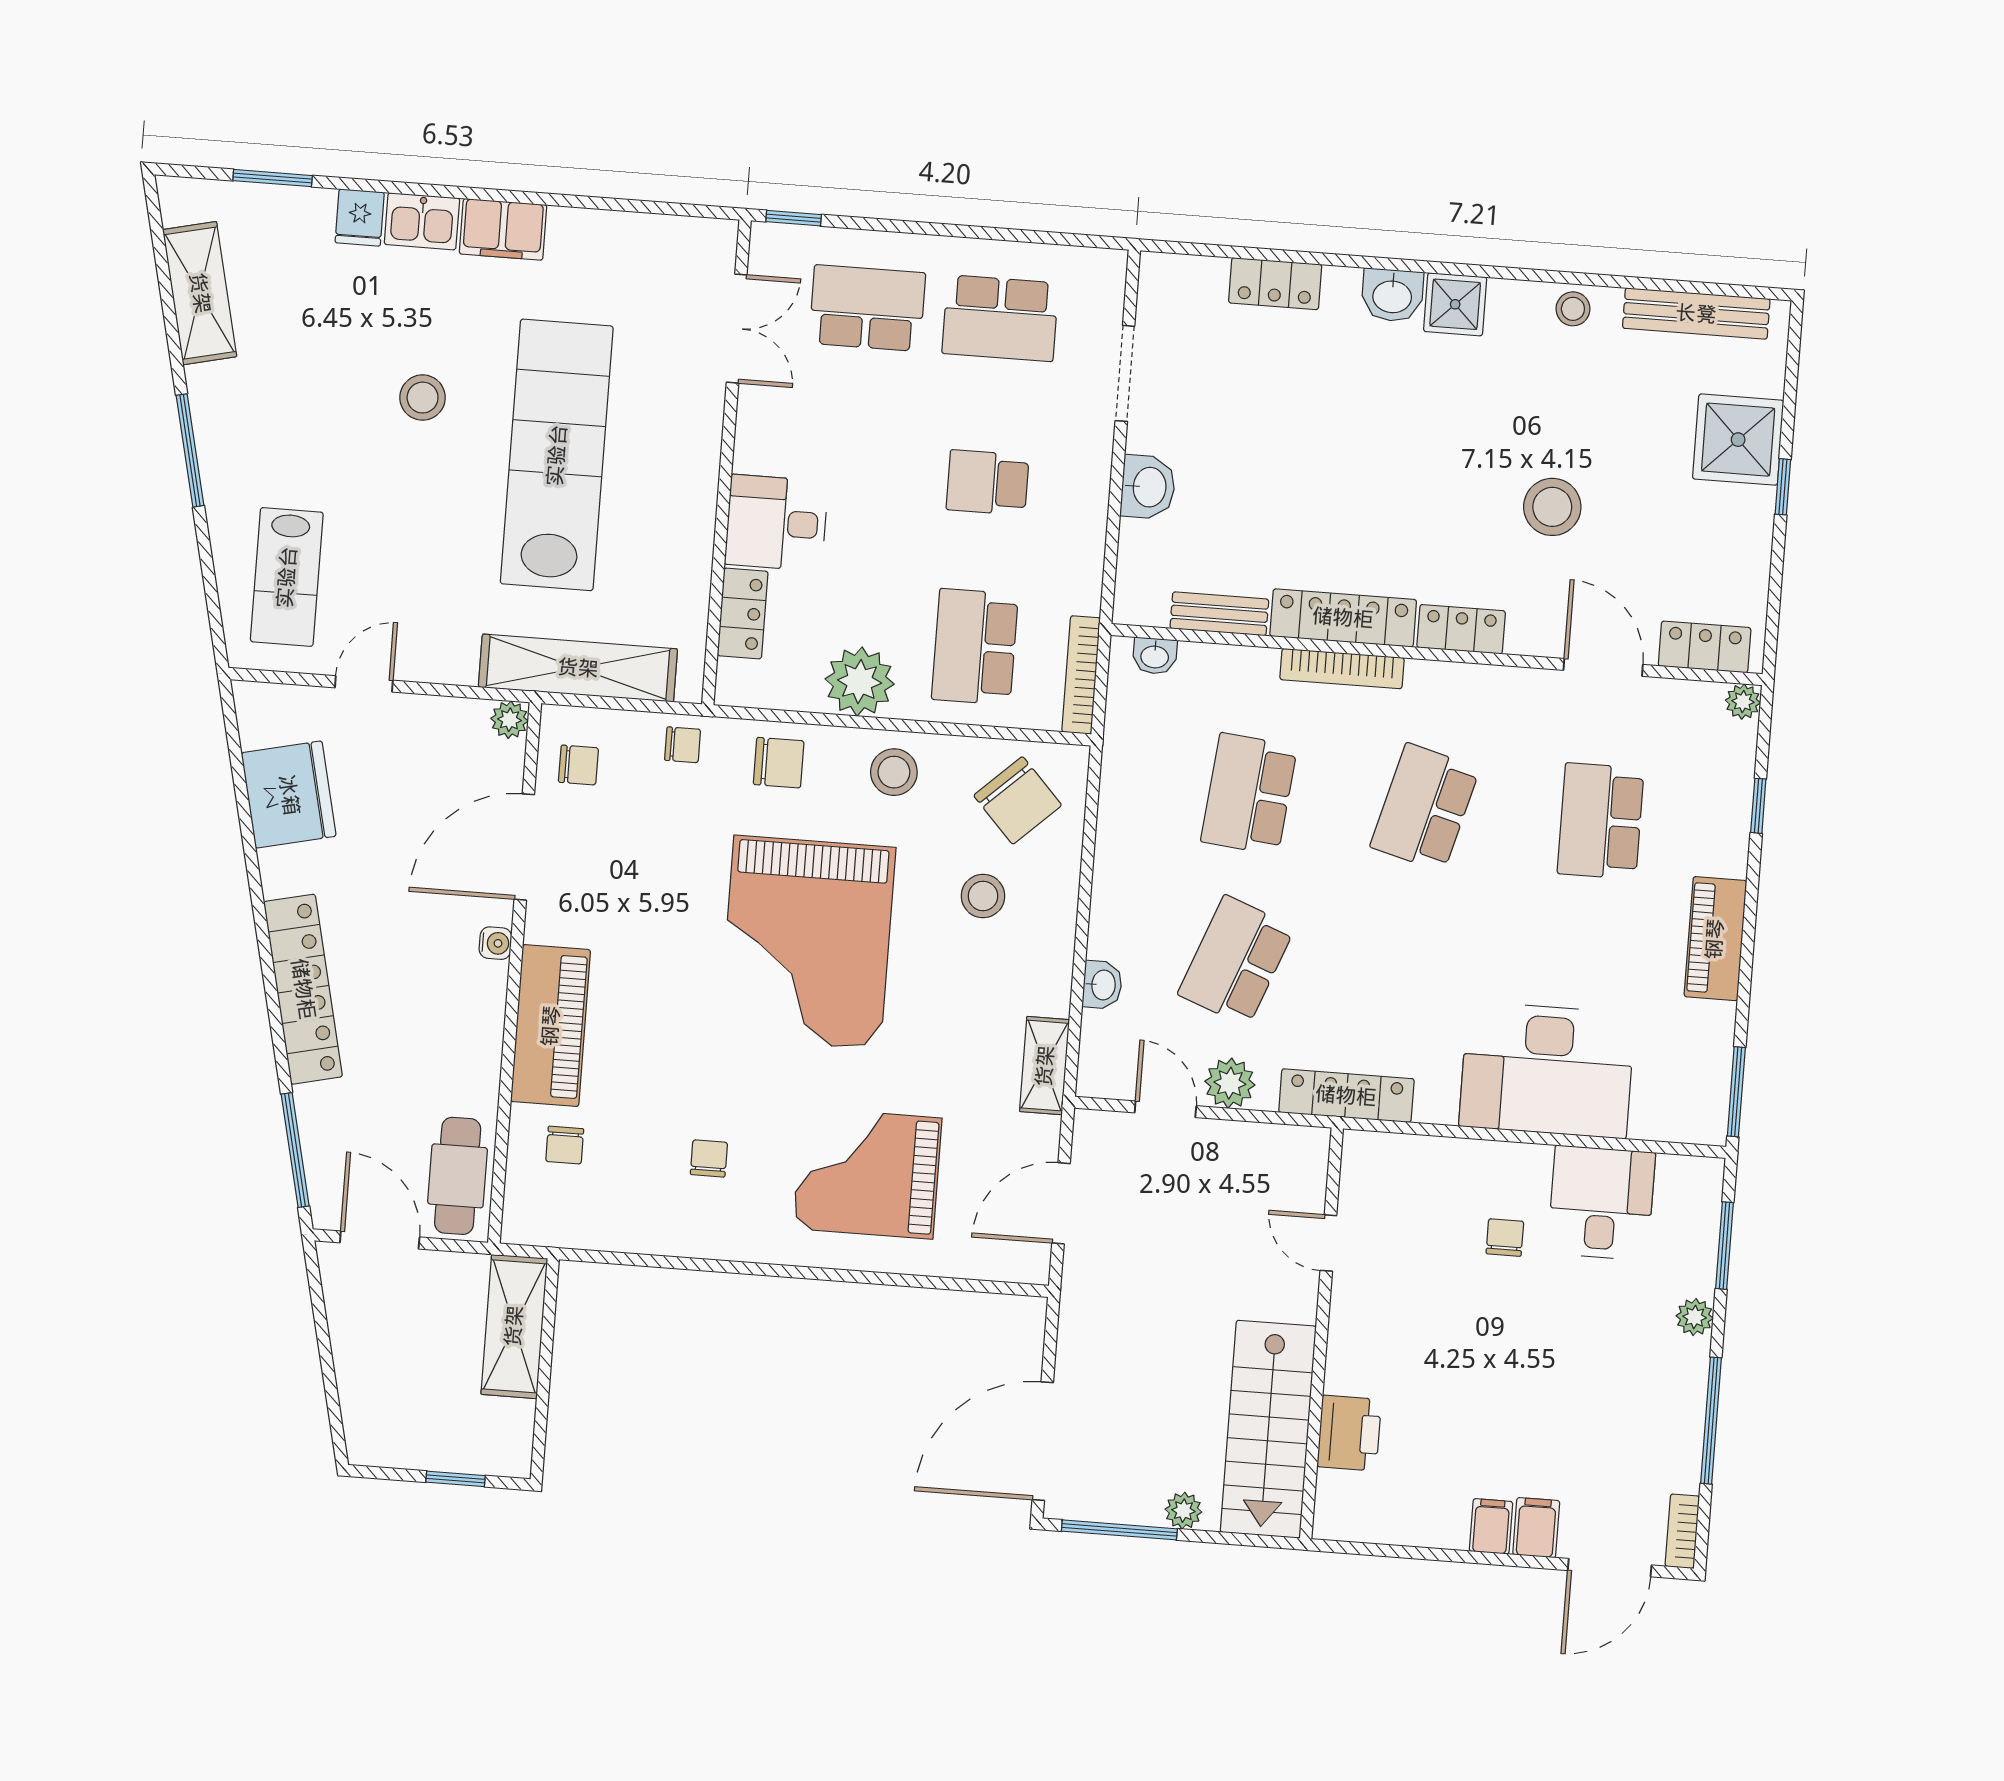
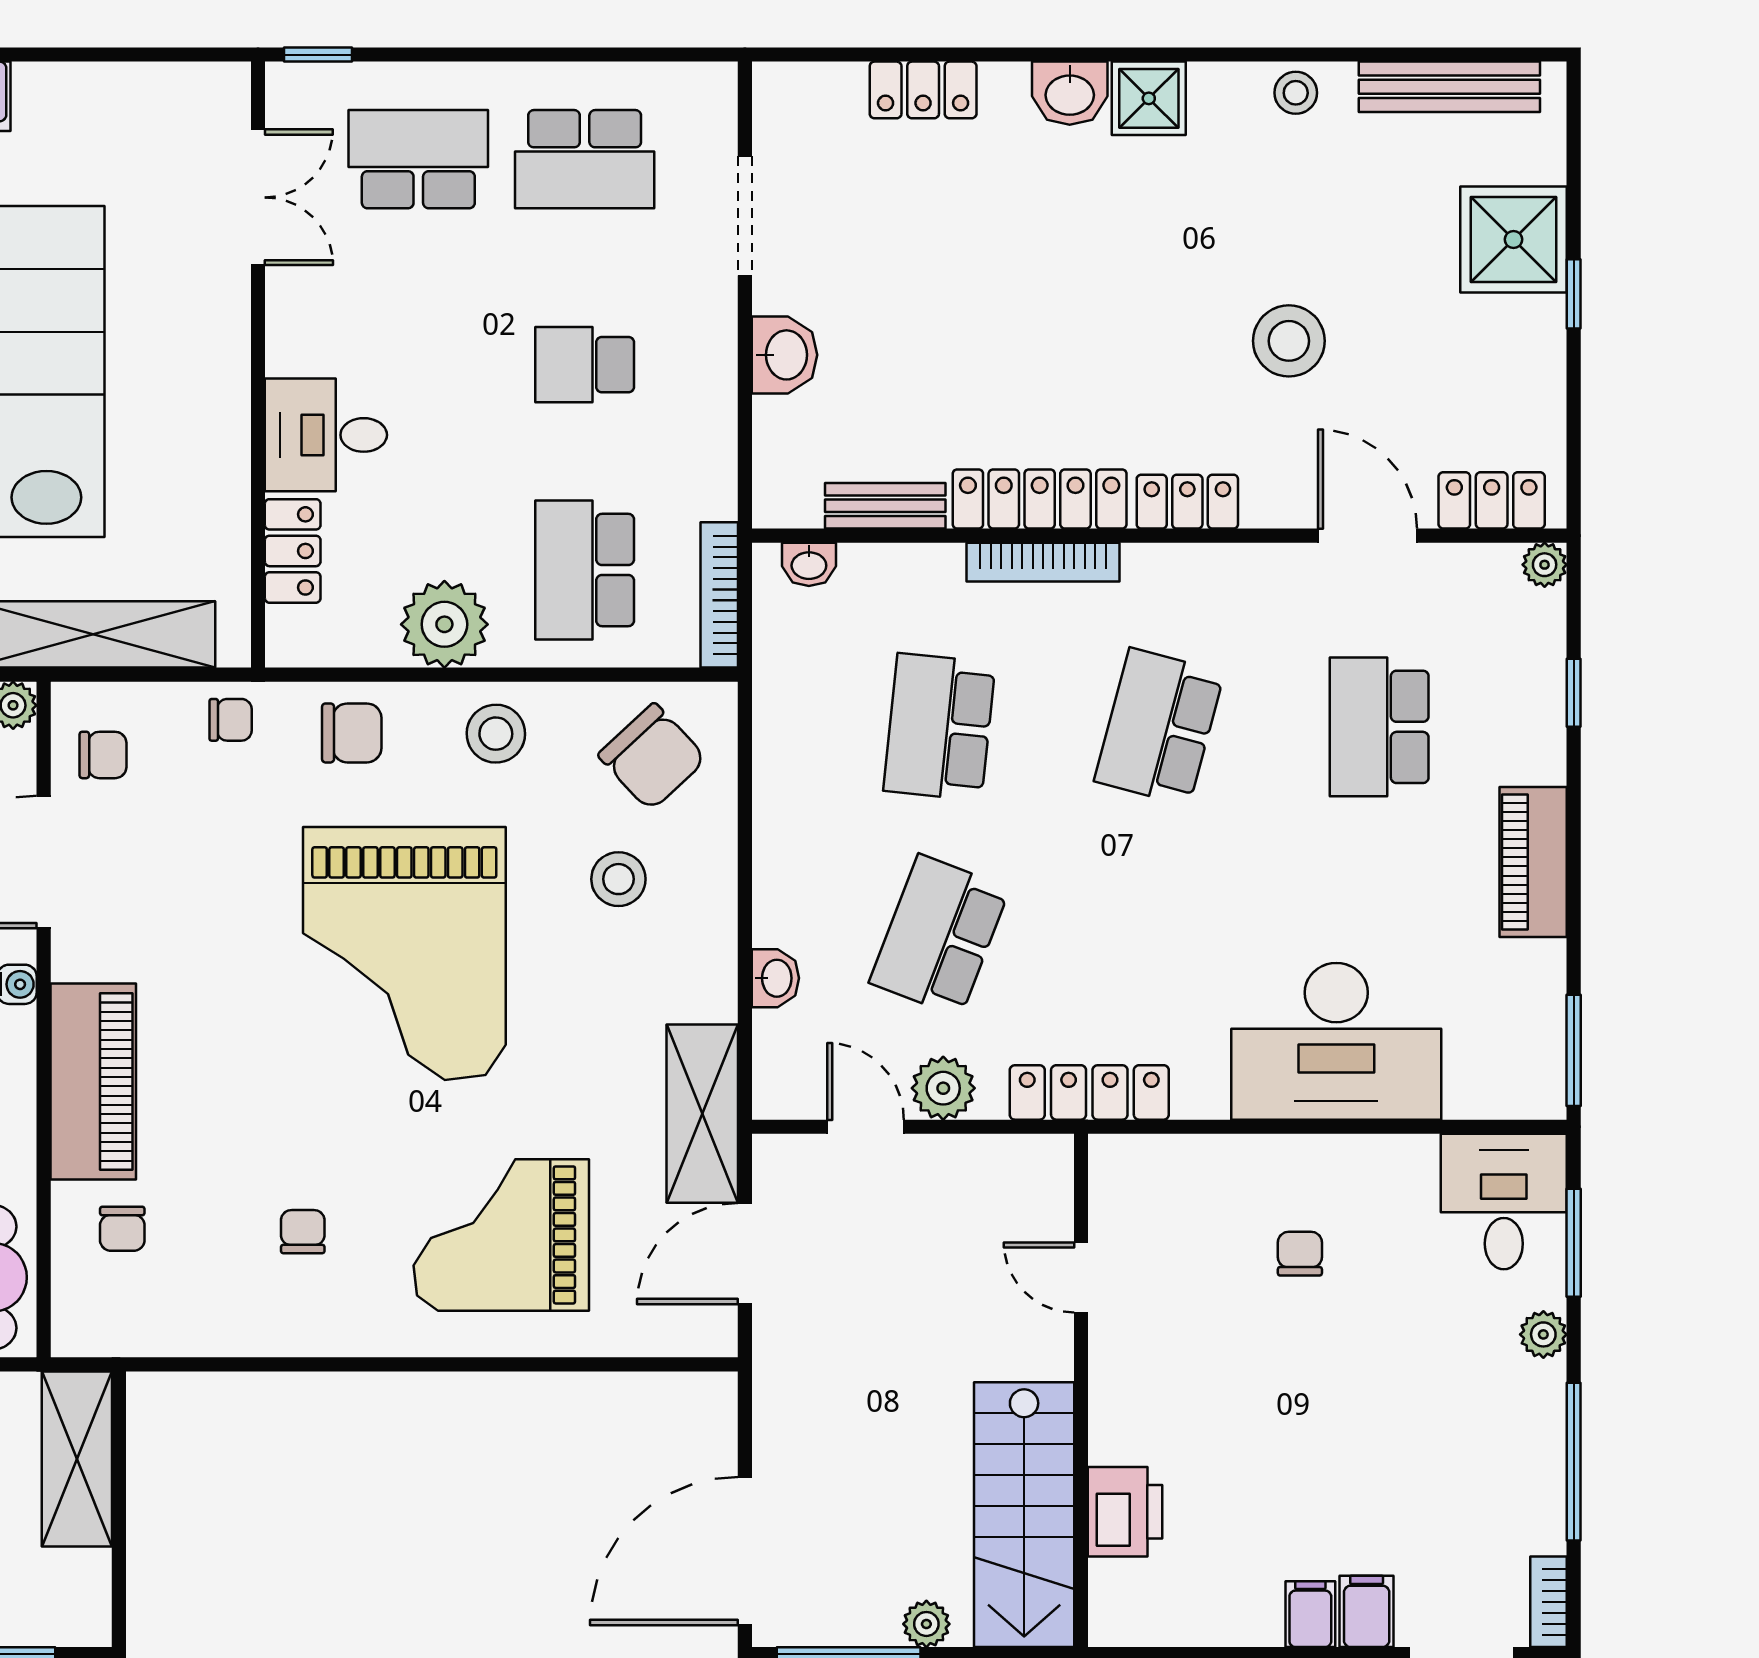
shelving: (1045, 1066) -> (702, 1114), width x1.50, depth x1.33
desk: (1601, 1203) -> (1504, 1202), moved

